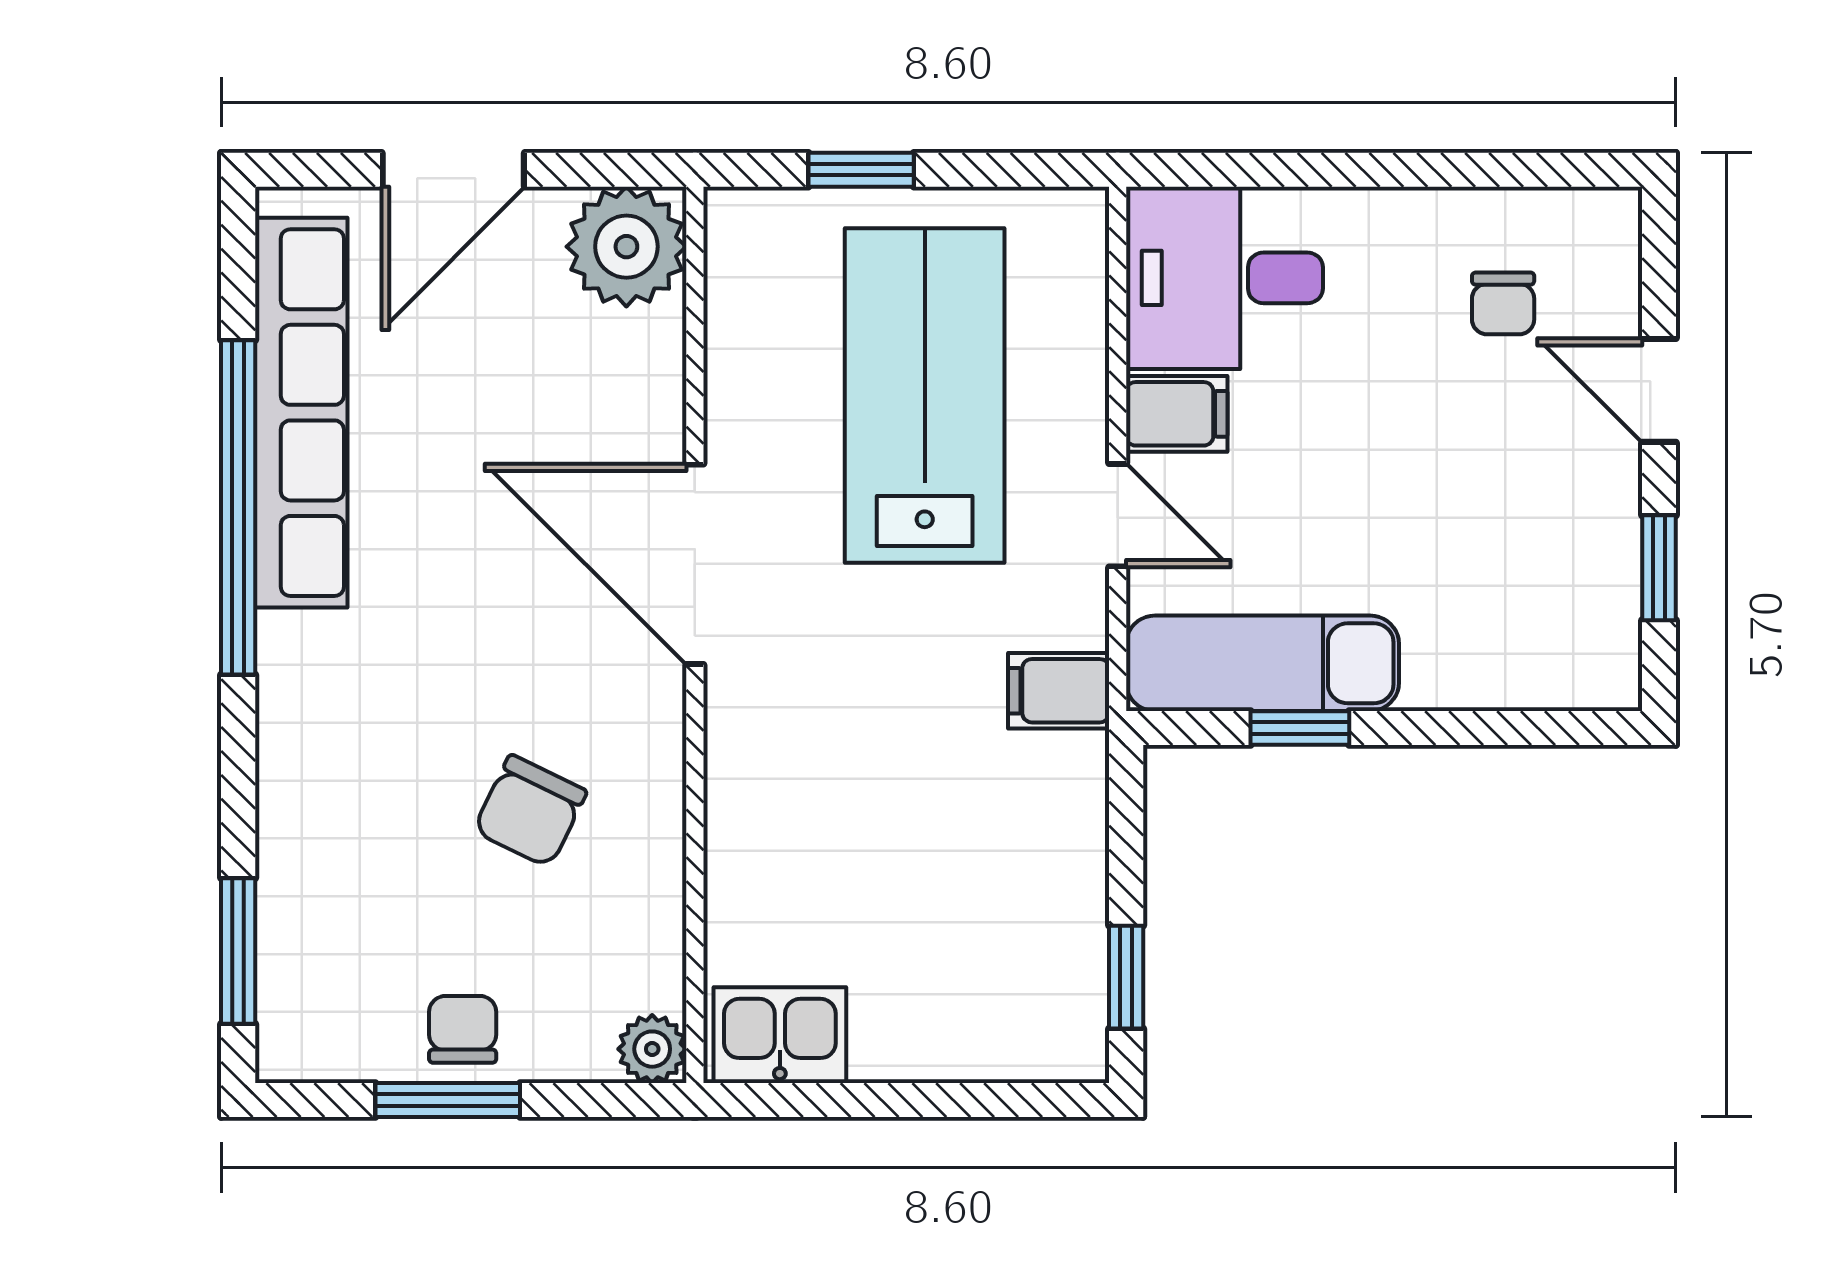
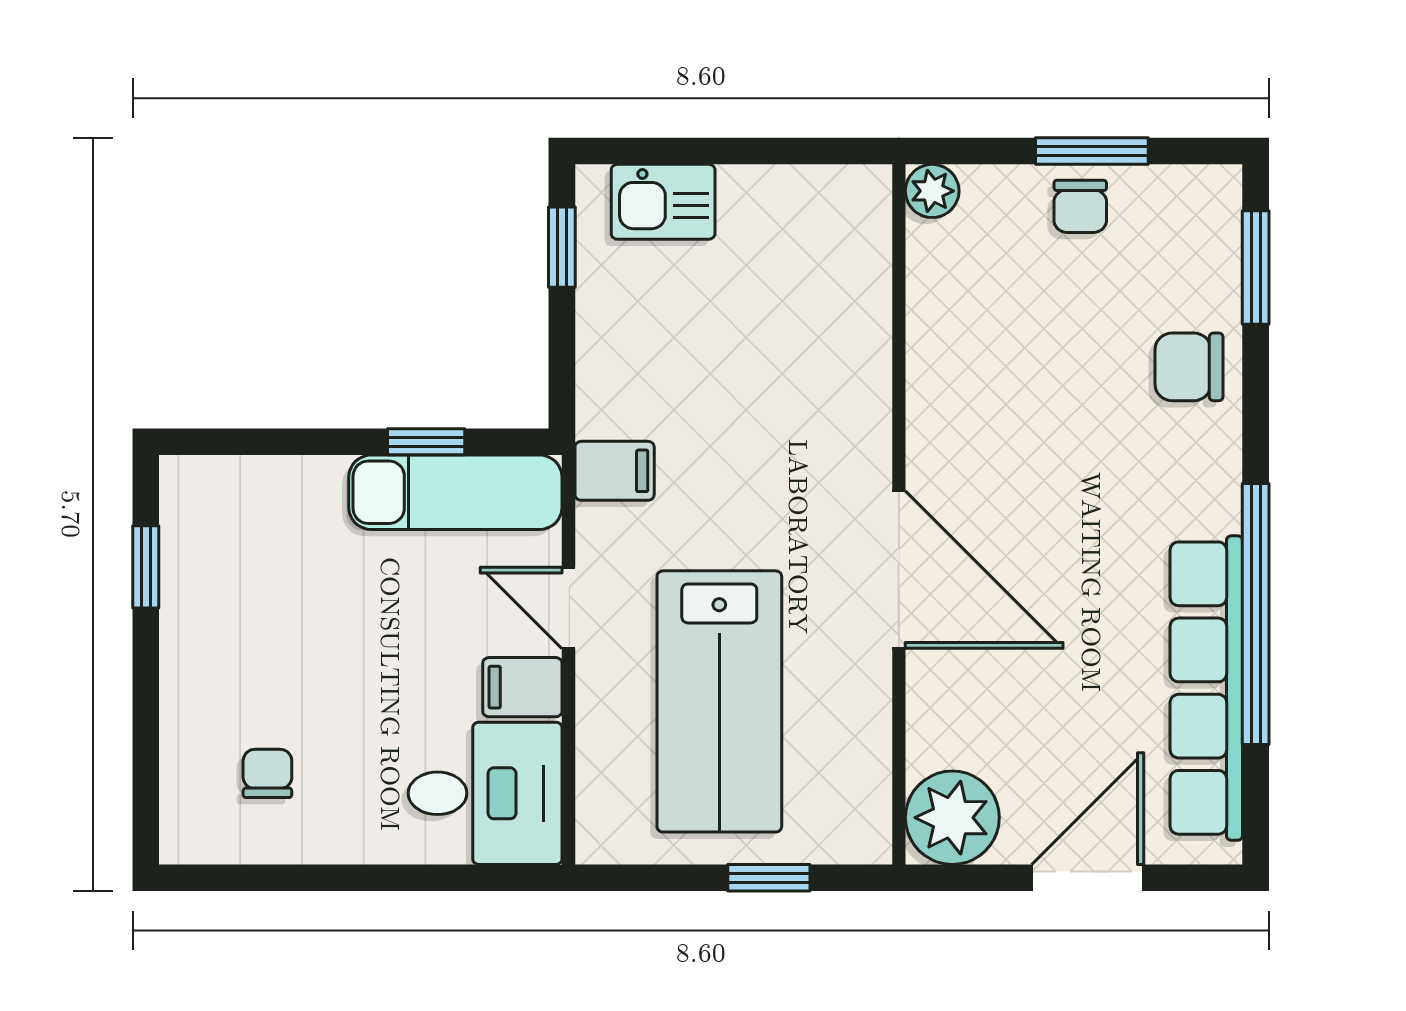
door: (1659, 390) -> (146, 705), removed
chair: (530, 811) -> (1189, 367), moved, turned -116
kitchen sink: (780, 1035) -> (663, 202), moved

